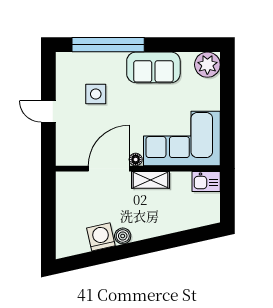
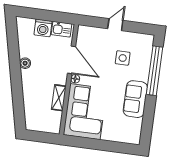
plant: (207, 65) -> (132, 136), removed
shelving: (150, 180) -> (59, 98), moved
kitchen sink: (206, 182) -> (62, 29), moved, turned -90
washing machine: (101, 237) -> (43, 28), moved, turned 103

